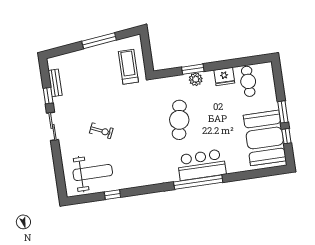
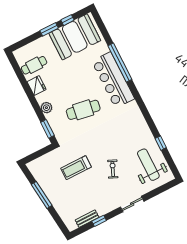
treadmill: (128, 67) -> (76, 168), moved
window: (193, 69) -> (47, 129), moved
sliding door: (53, 126) -> (132, 204), moved
bar counter: (202, 165) -> (113, 80), width x1.36
window: (198, 182) -> (120, 63), moved

